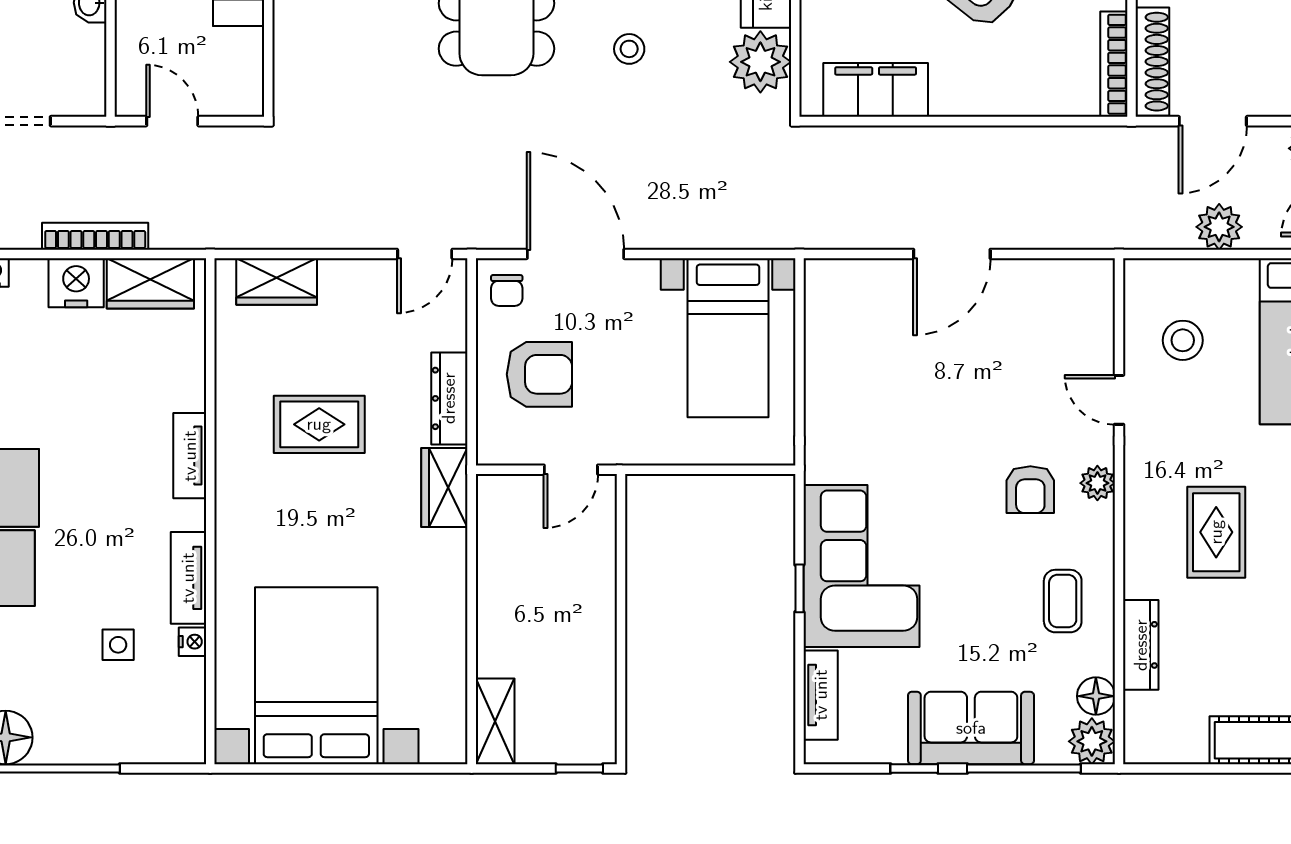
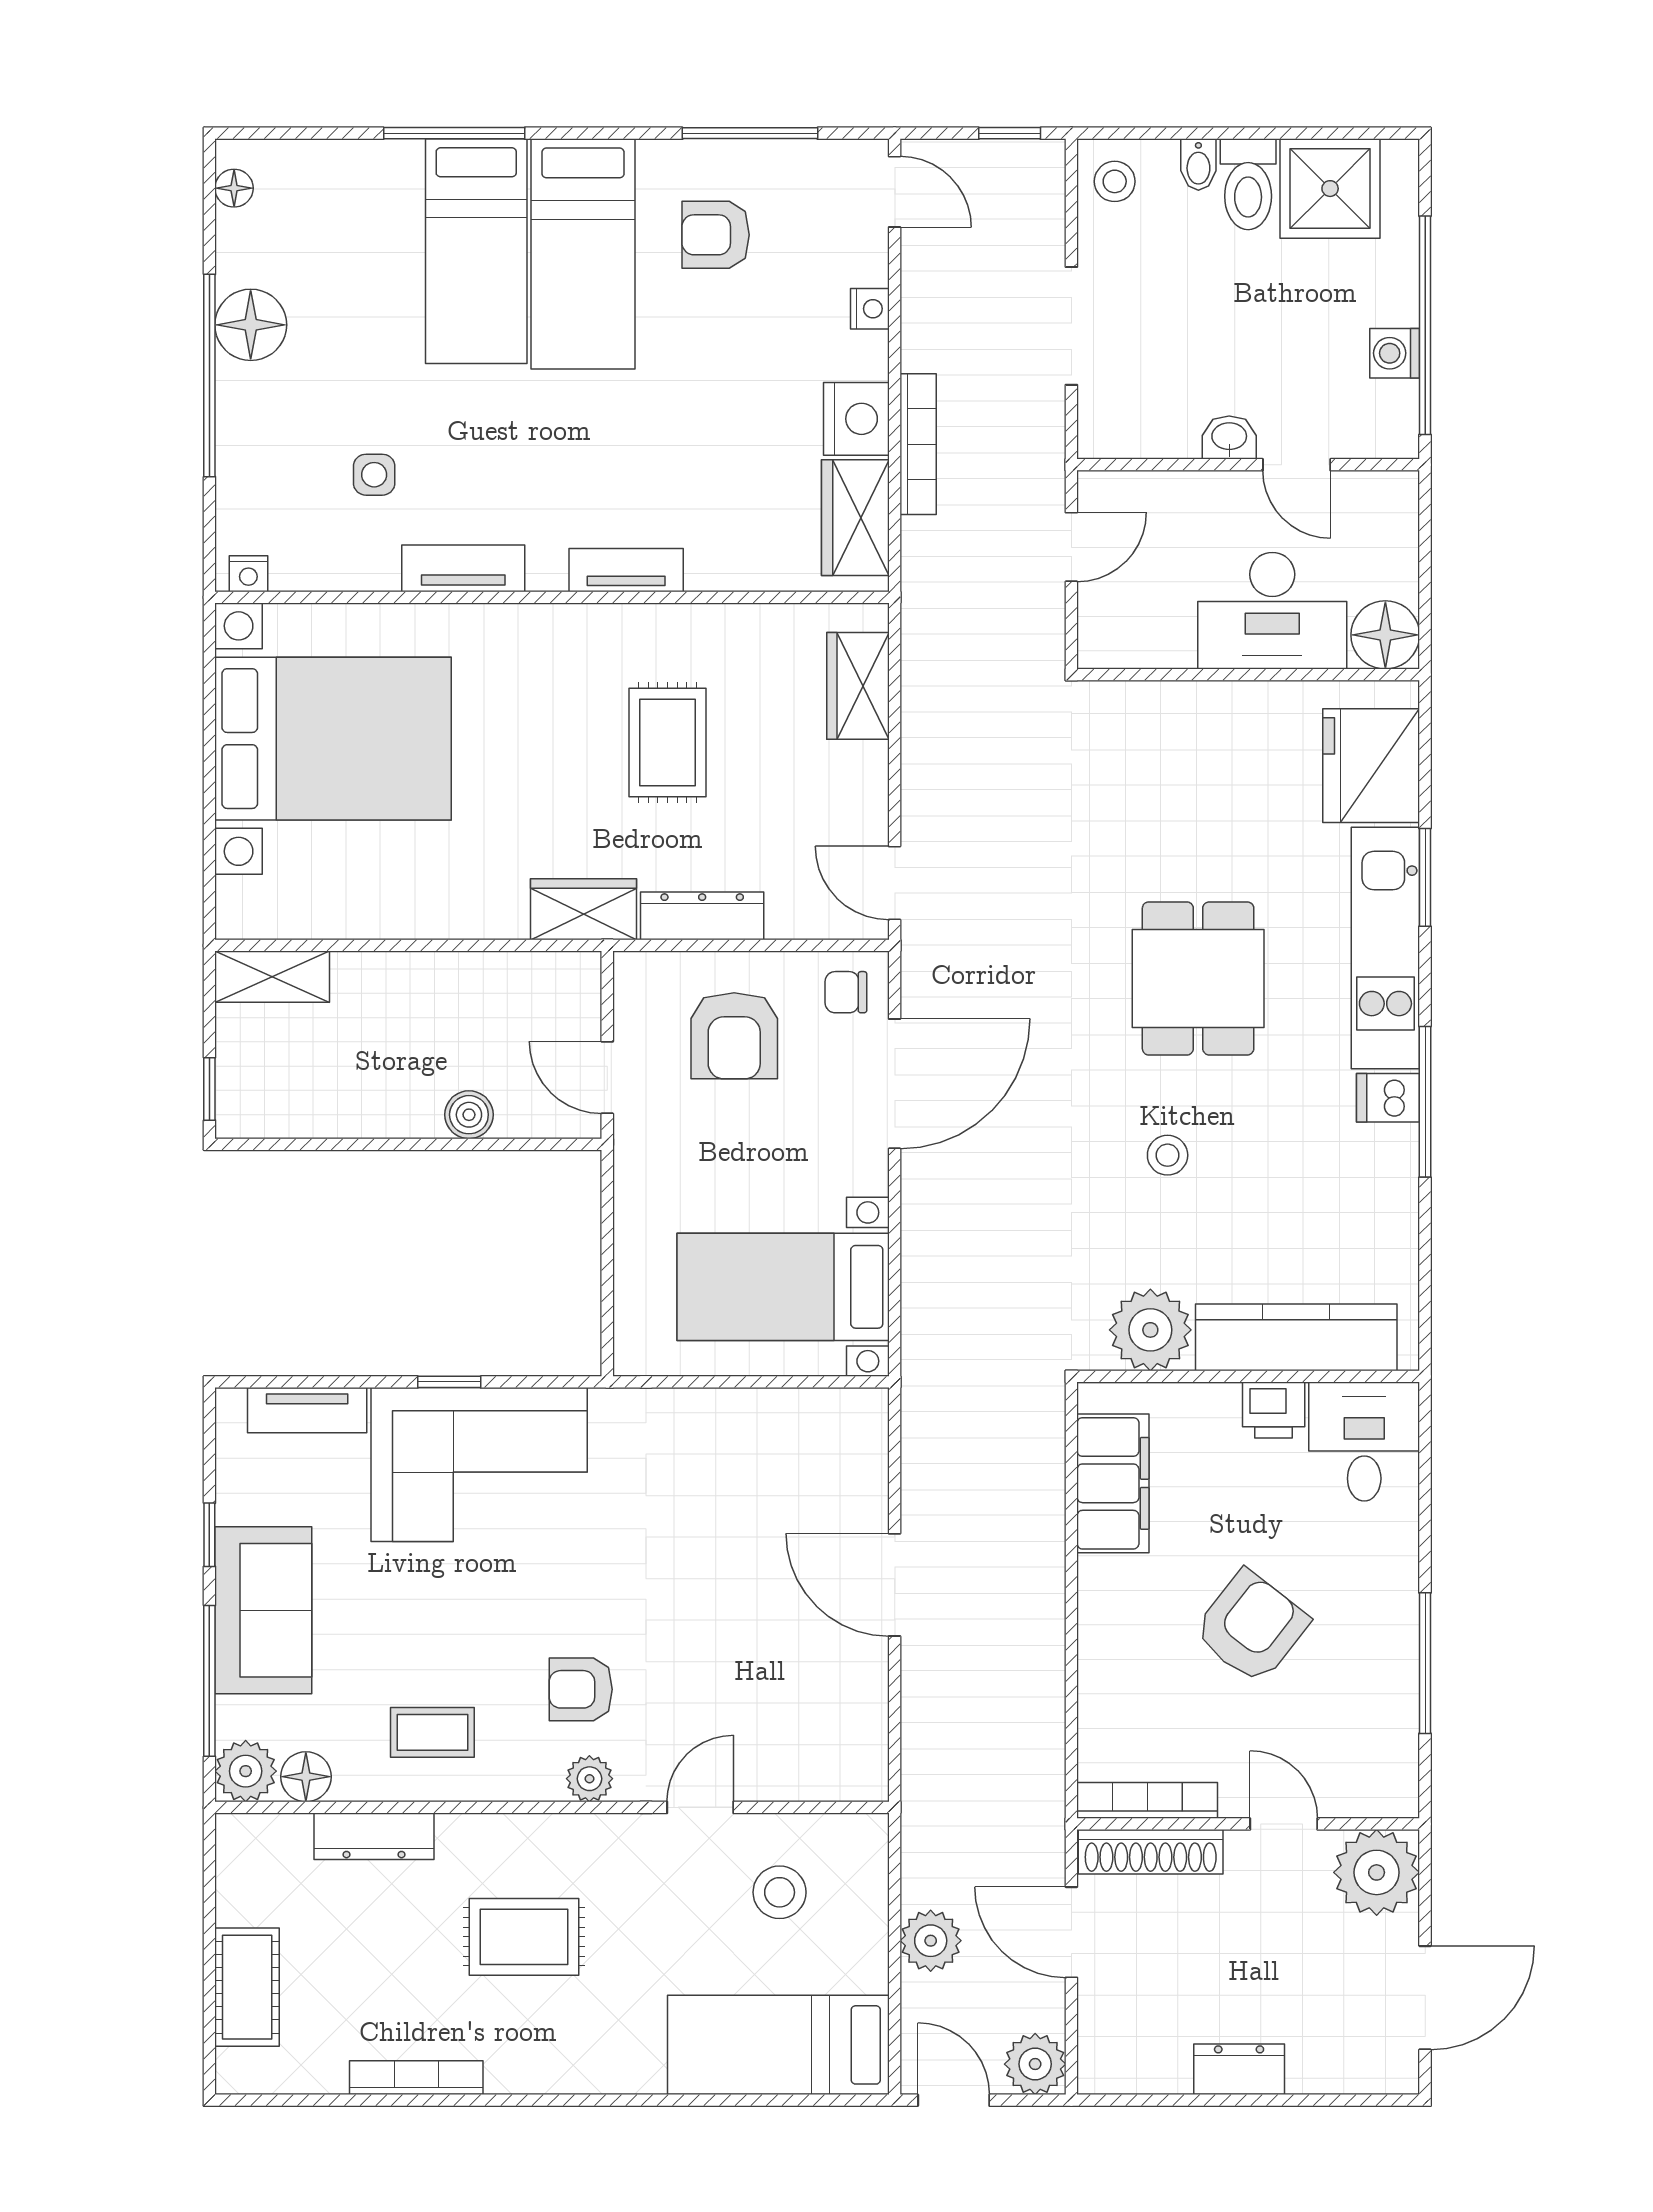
boiler: (599, 574) -> (469, 1115), added
nightstand: (192, 642) -> (248, 574), moved

